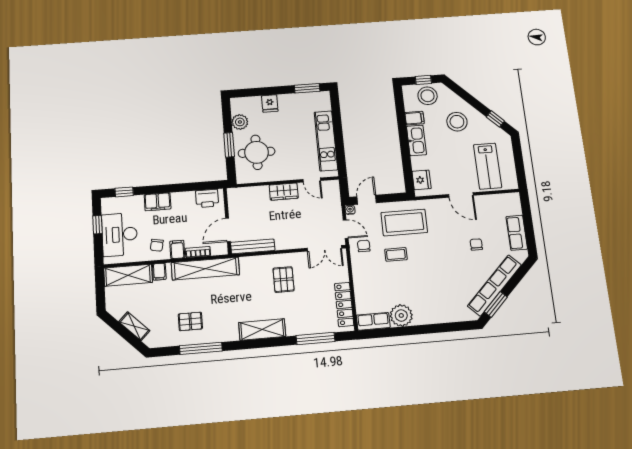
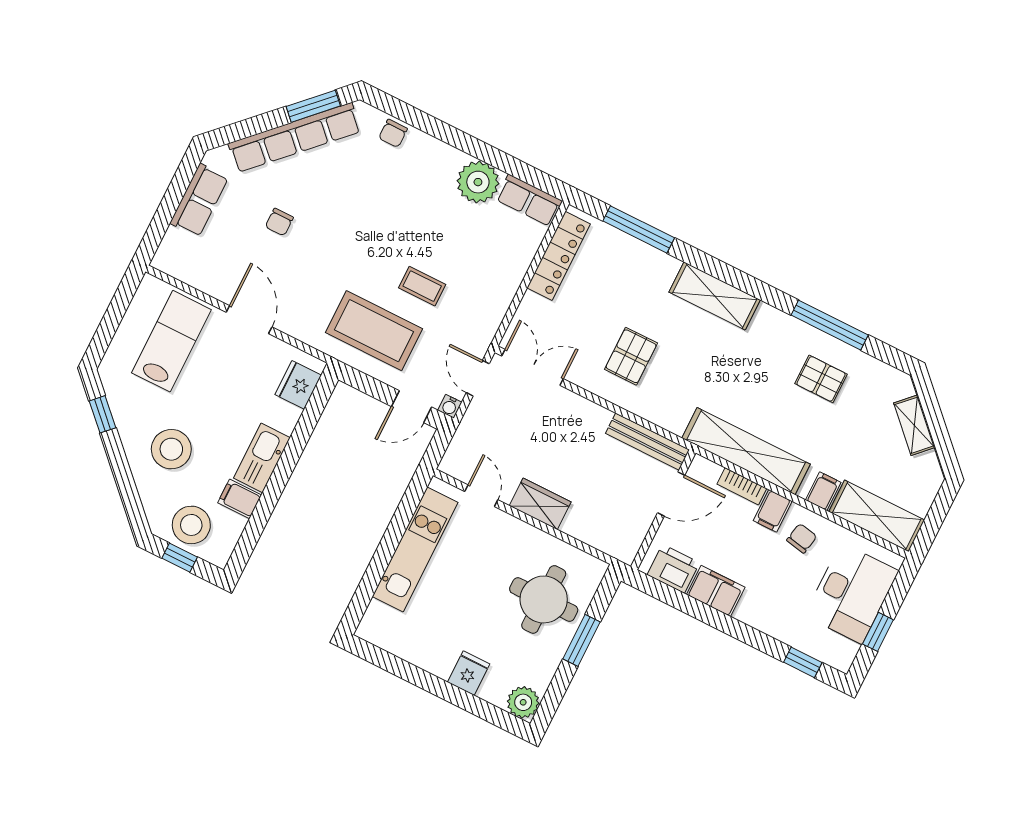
window: (307, 88) -> (388, 662), removed
plant: (240, 122) -> (523, 702), moved
filing cabinet: (158, 202) -> (716, 591), moved
chair: (364, 246) -> (393, 133), moved

